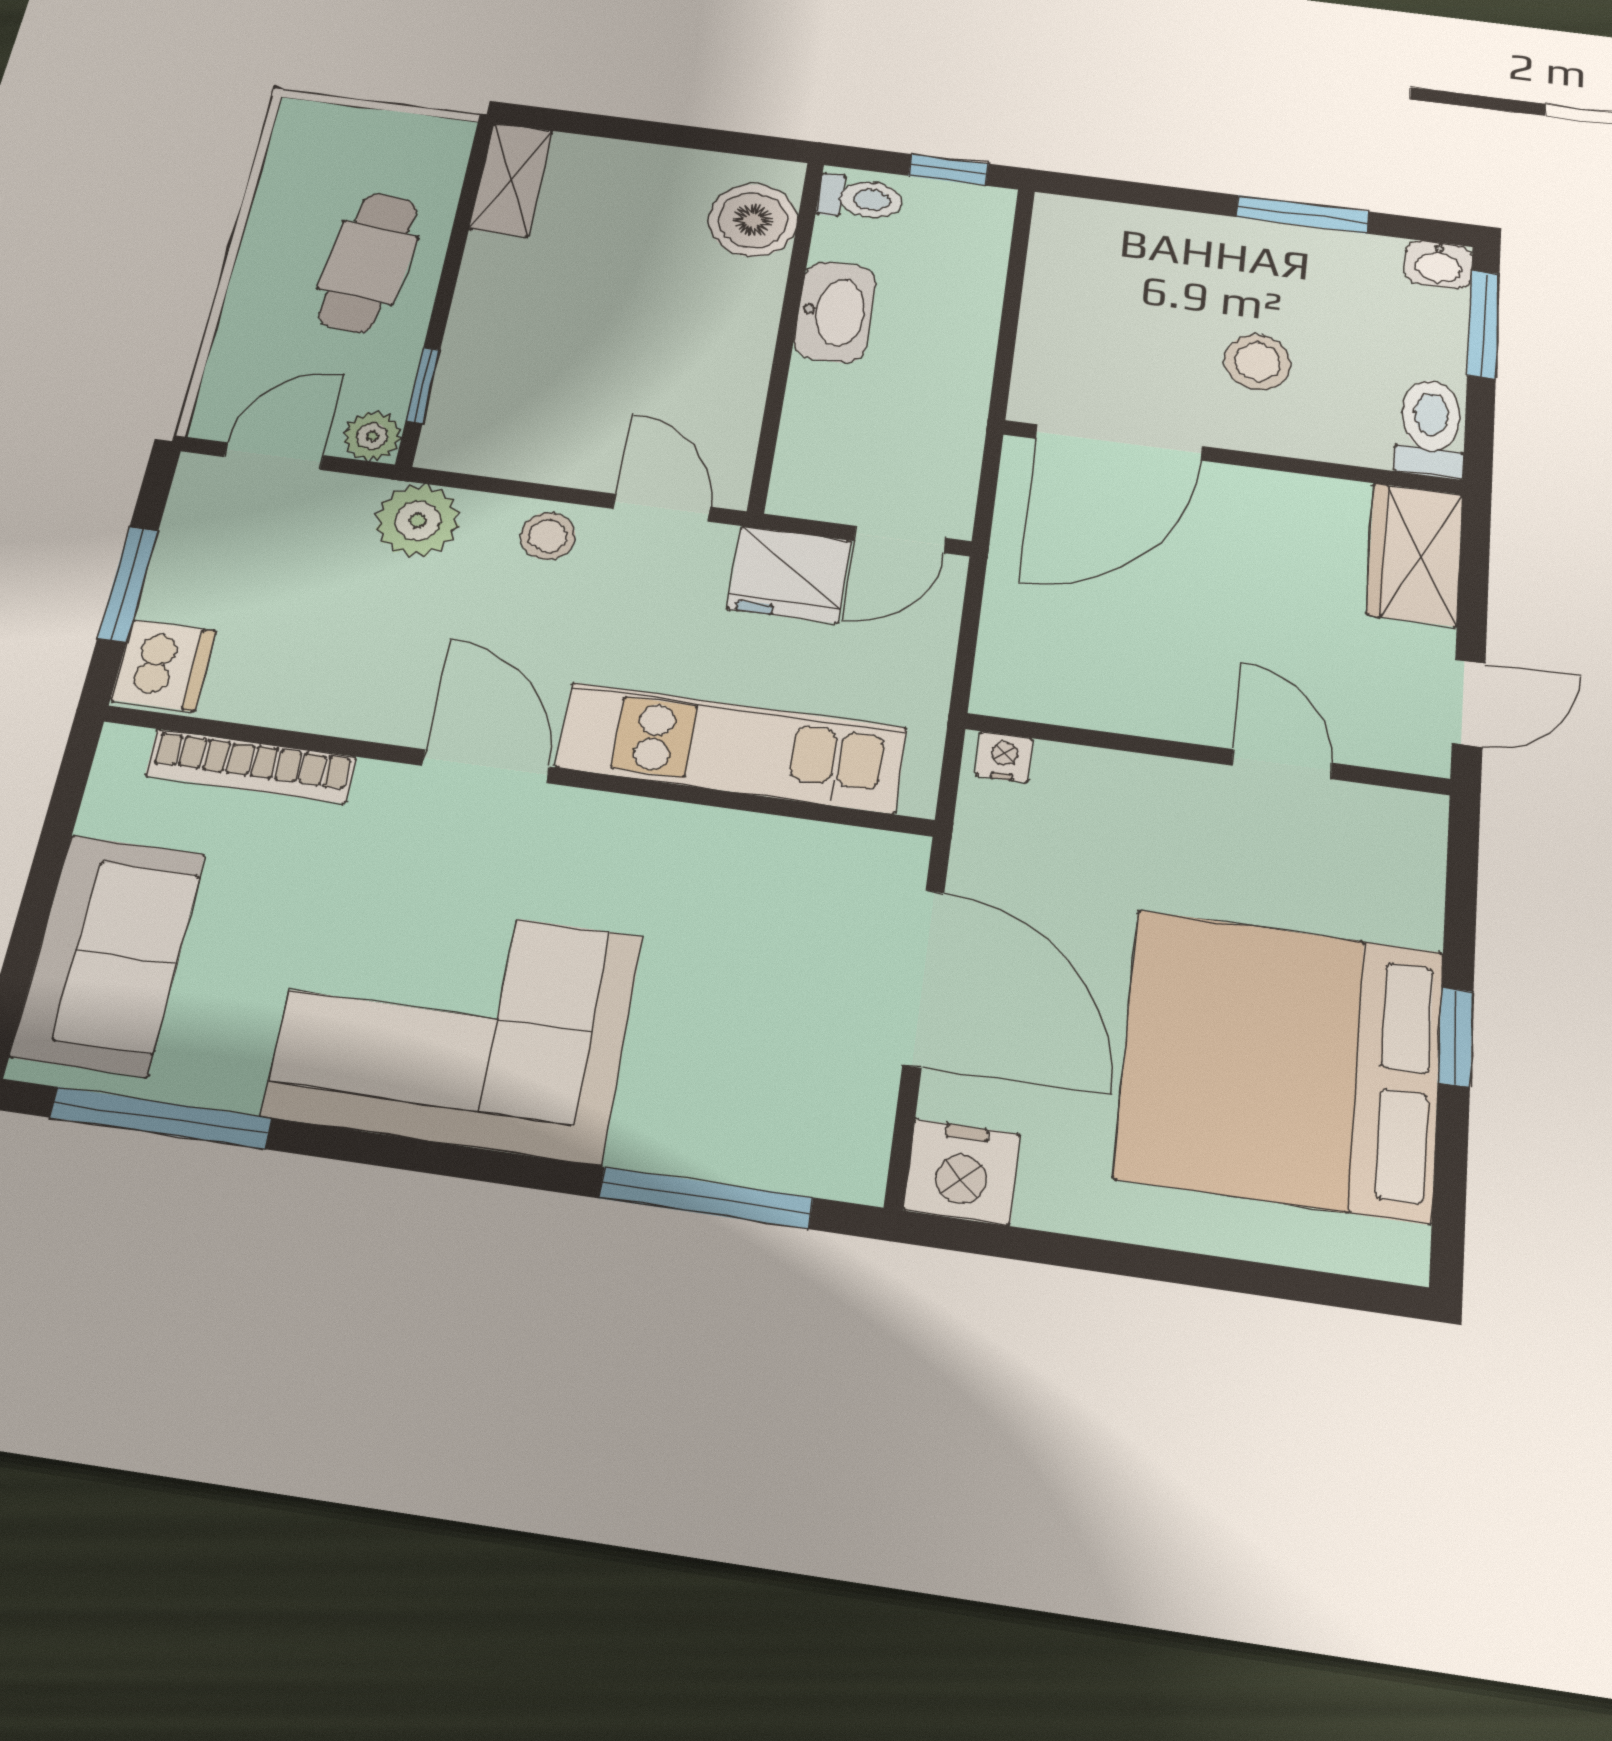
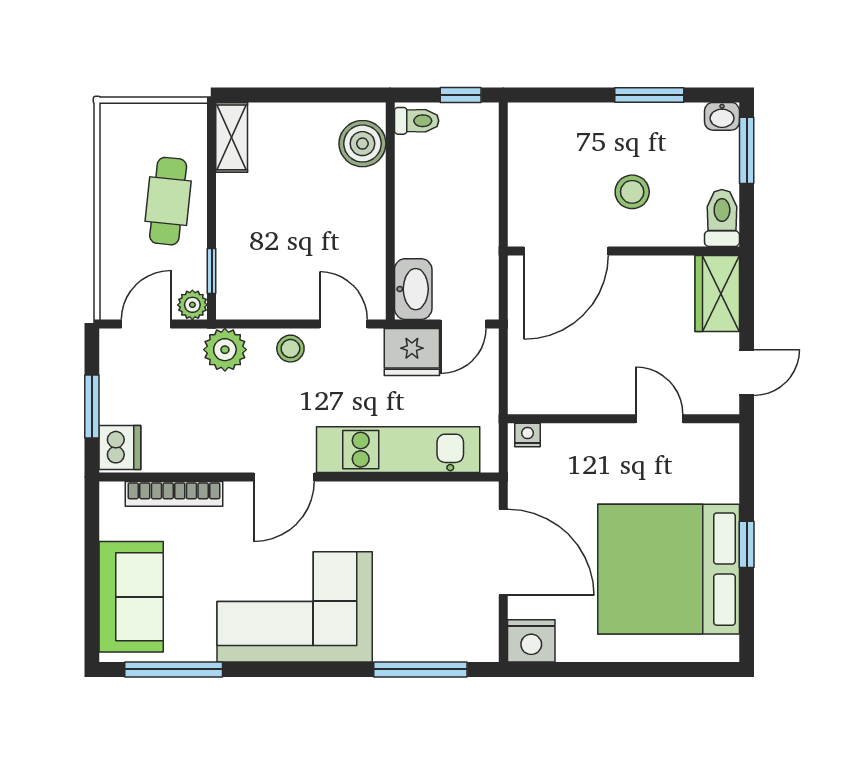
washbasin: (835, 312) -> (413, 289), moved
door: (486, 766) -> (284, 477), swing flipped

